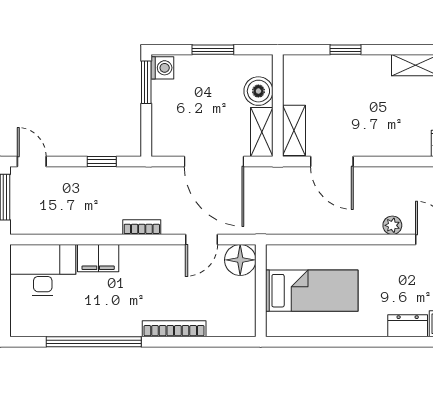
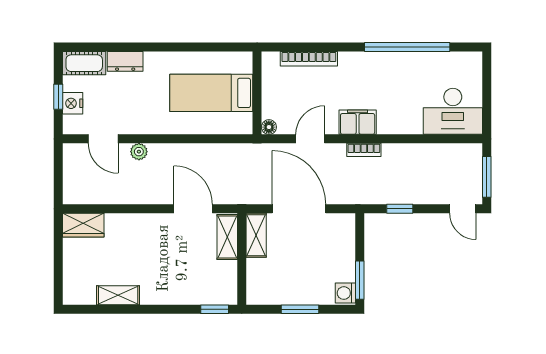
window: (346, 50) -> (215, 309), moved
boiler: (258, 91) -> (259, 272), removed
filing cabinet: (98, 258) -> (358, 122), moved
floor lamp: (240, 260) -> (269, 127), width x0.53, depth x0.53
bookcase: (174, 329) -> (309, 59), moved

